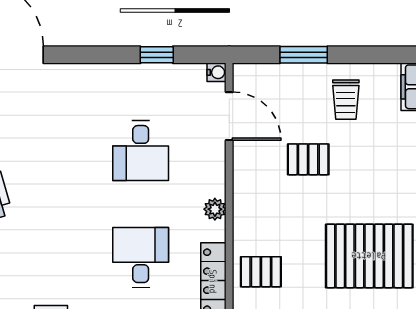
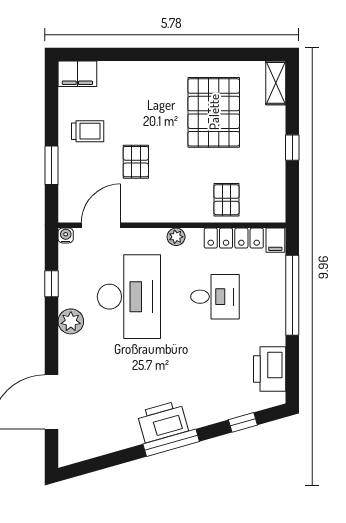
plant: (110, 79) -> (71, 321), added
desk: (141, 151) -> (129, 297), width x1.87, depth x1.30
desk: (141, 257) -> (215, 297), turned 180

